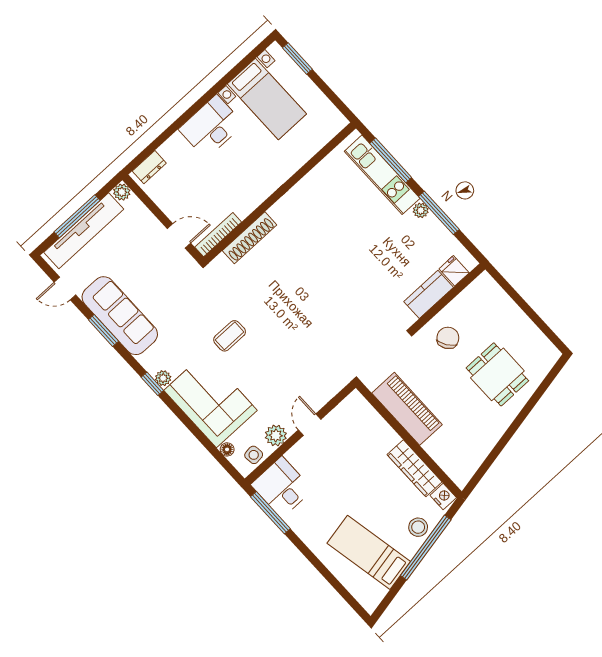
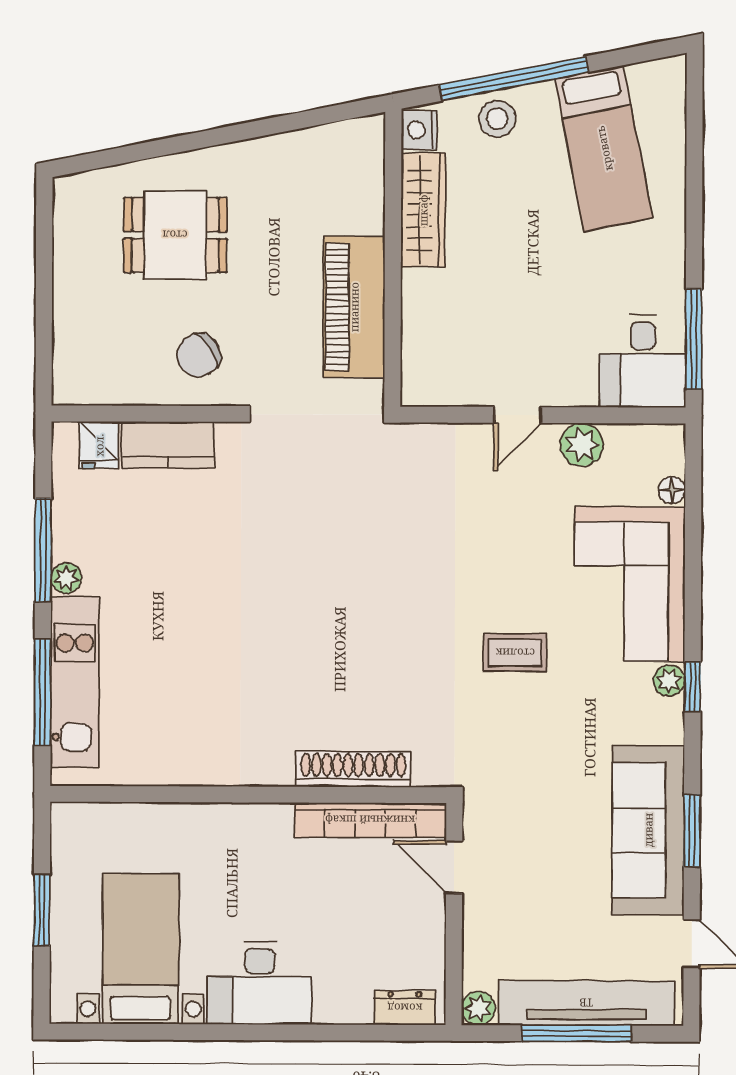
window: (297, 59) -> (42, 910), moved
bookcase: (218, 235) -> (370, 820), width x1.48, depth x1.31
dining table: (497, 374) -> (175, 235), turned 90
side table: (254, 455) -> (640, 446), removed

